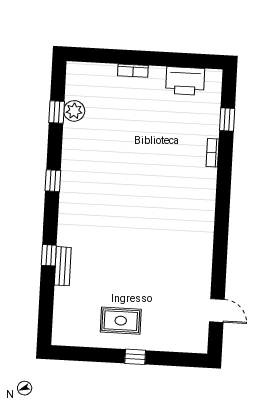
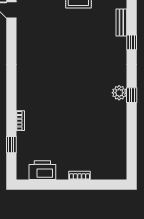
plant: (74, 111) -> (119, 93), moved
window: (57, 112) -> (132, 143), removed
bench: (63, 266) -> (121, 23), moved

